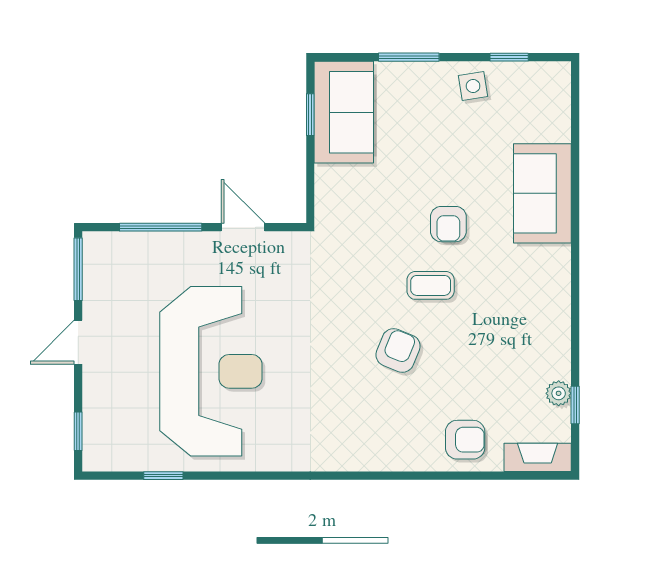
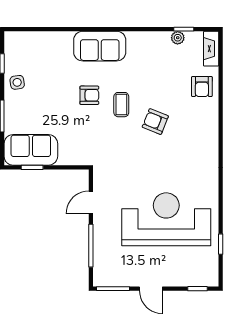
sofa: (542, 193) -> (100, 46), moved
armchair: (465, 440) -> (202, 87), turned 180

